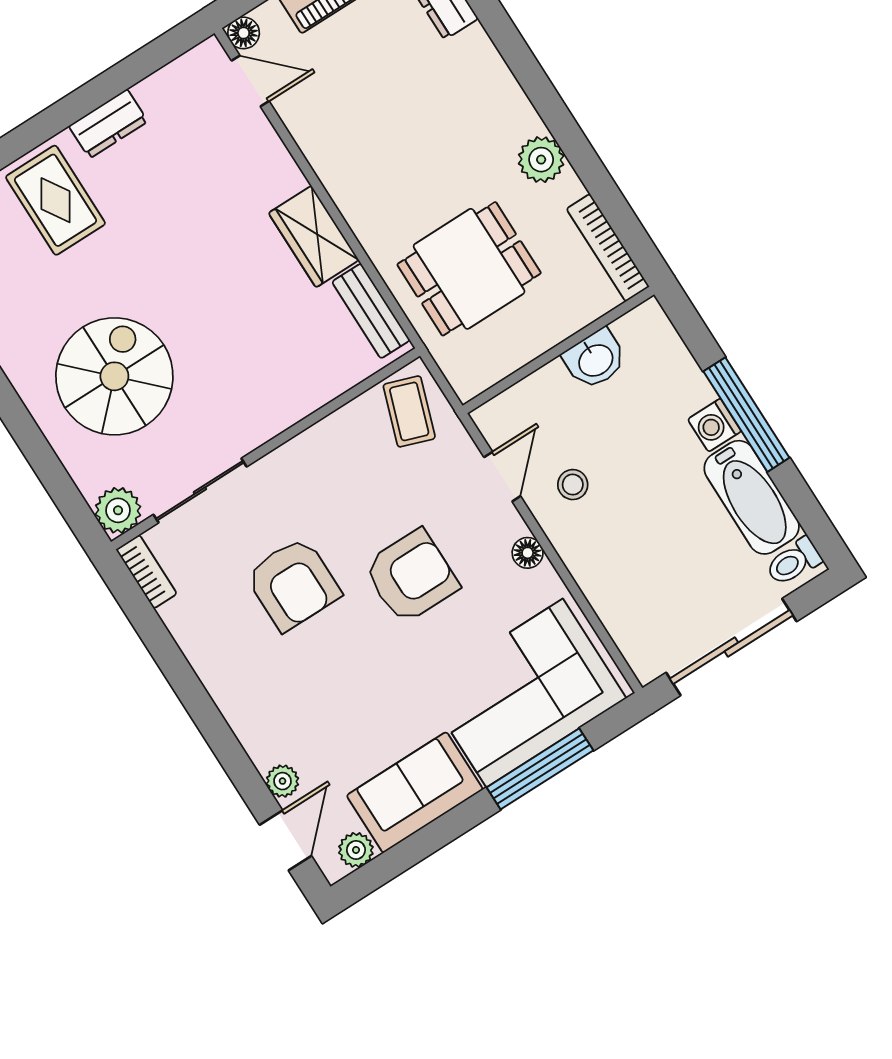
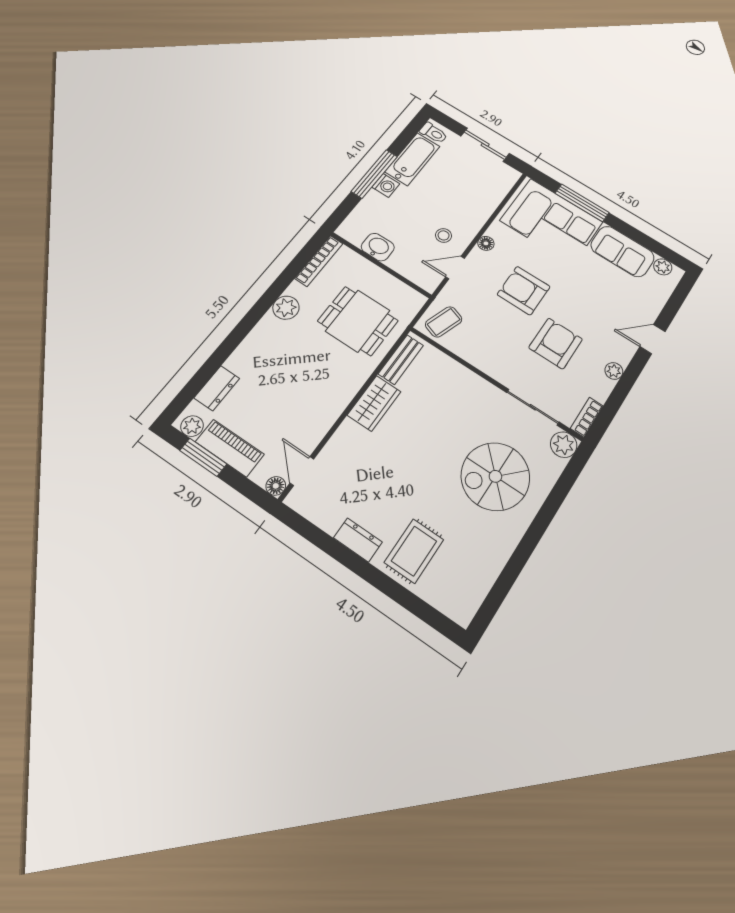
sliding door: (731, 647) -> (485, 145), width x0.73
plant: (282, 781) -> (614, 371), moved
door: (285, 840) -> (653, 339), moved

